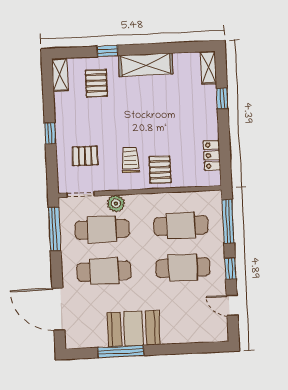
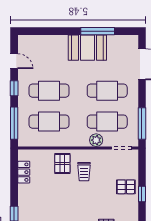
pallet: (85, 156) -> (126, 187), moved

